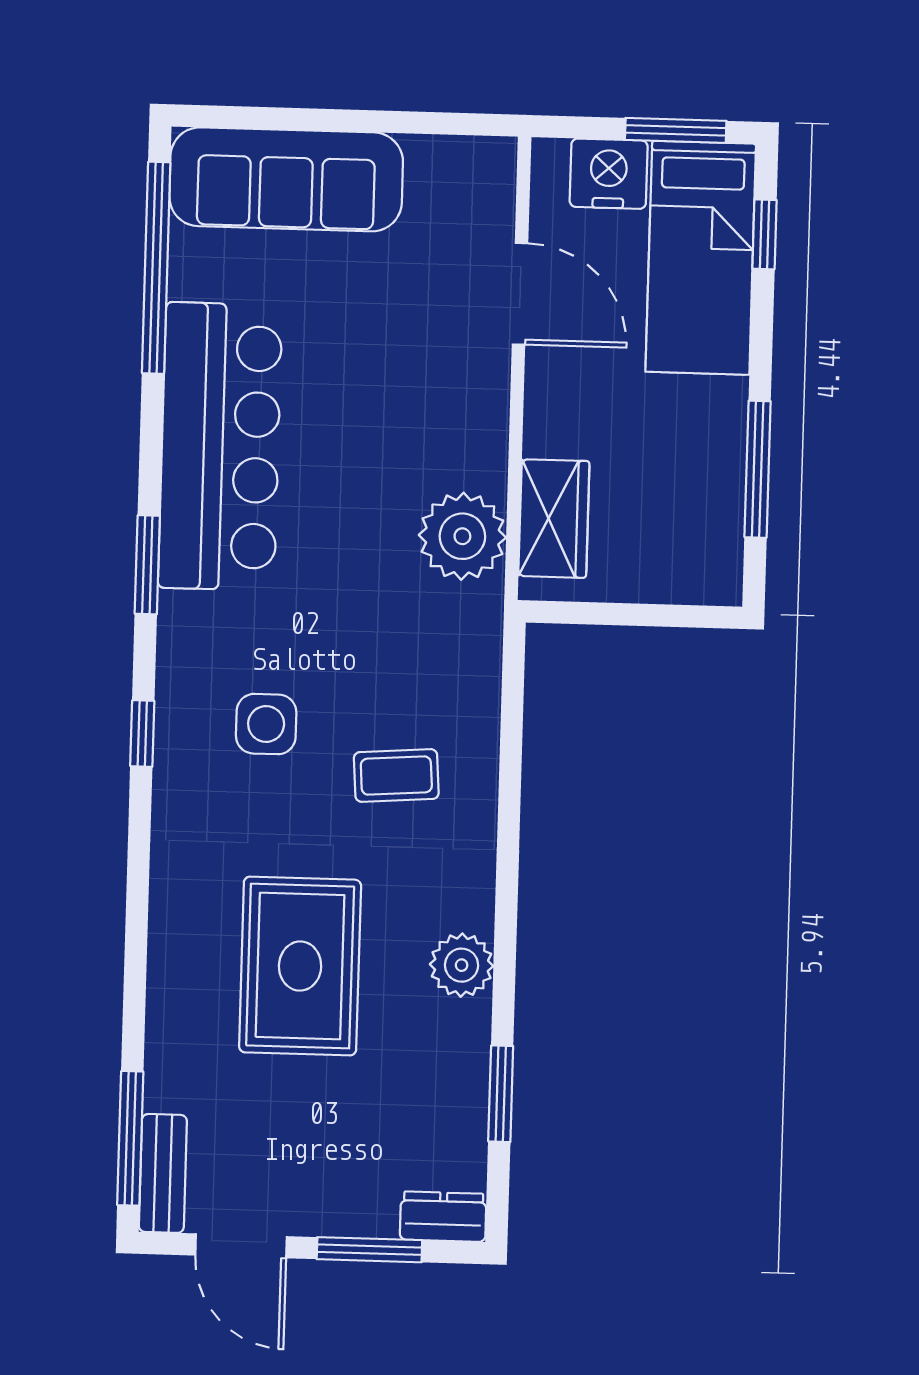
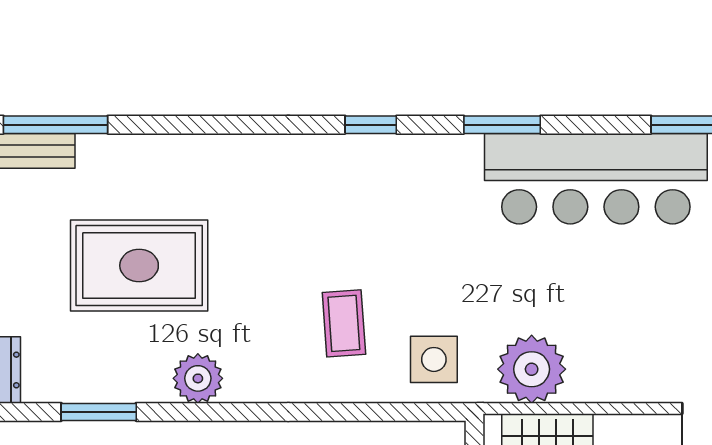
side table: (266, 724) -> (434, 359), moved
rug: (300, 966) -> (139, 266), moved

